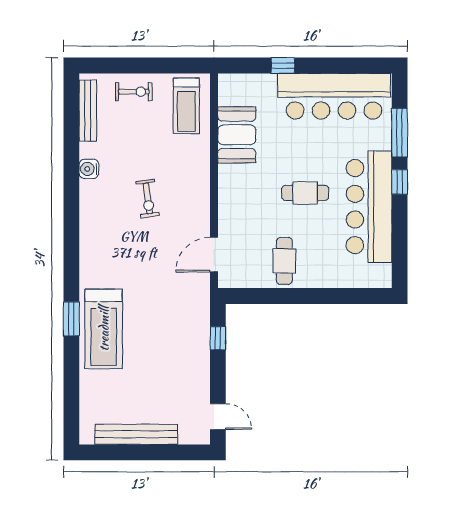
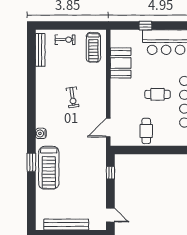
water cooler: (89, 169) -> (41, 133), moved

